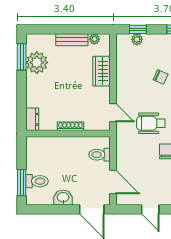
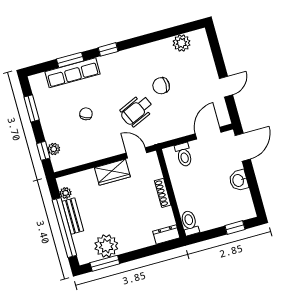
window: (64, 29) -> (64, 228), added
wardrobe: (102, 71) -> (112, 172), moved
door: (113, 113) -> (136, 153), hinge flipped
wheelchair: (151, 123) -> (137, 111), turned 66
toilet: (37, 181) -> (190, 223), moved
window: (22, 183) -> (235, 227), width x0.67

